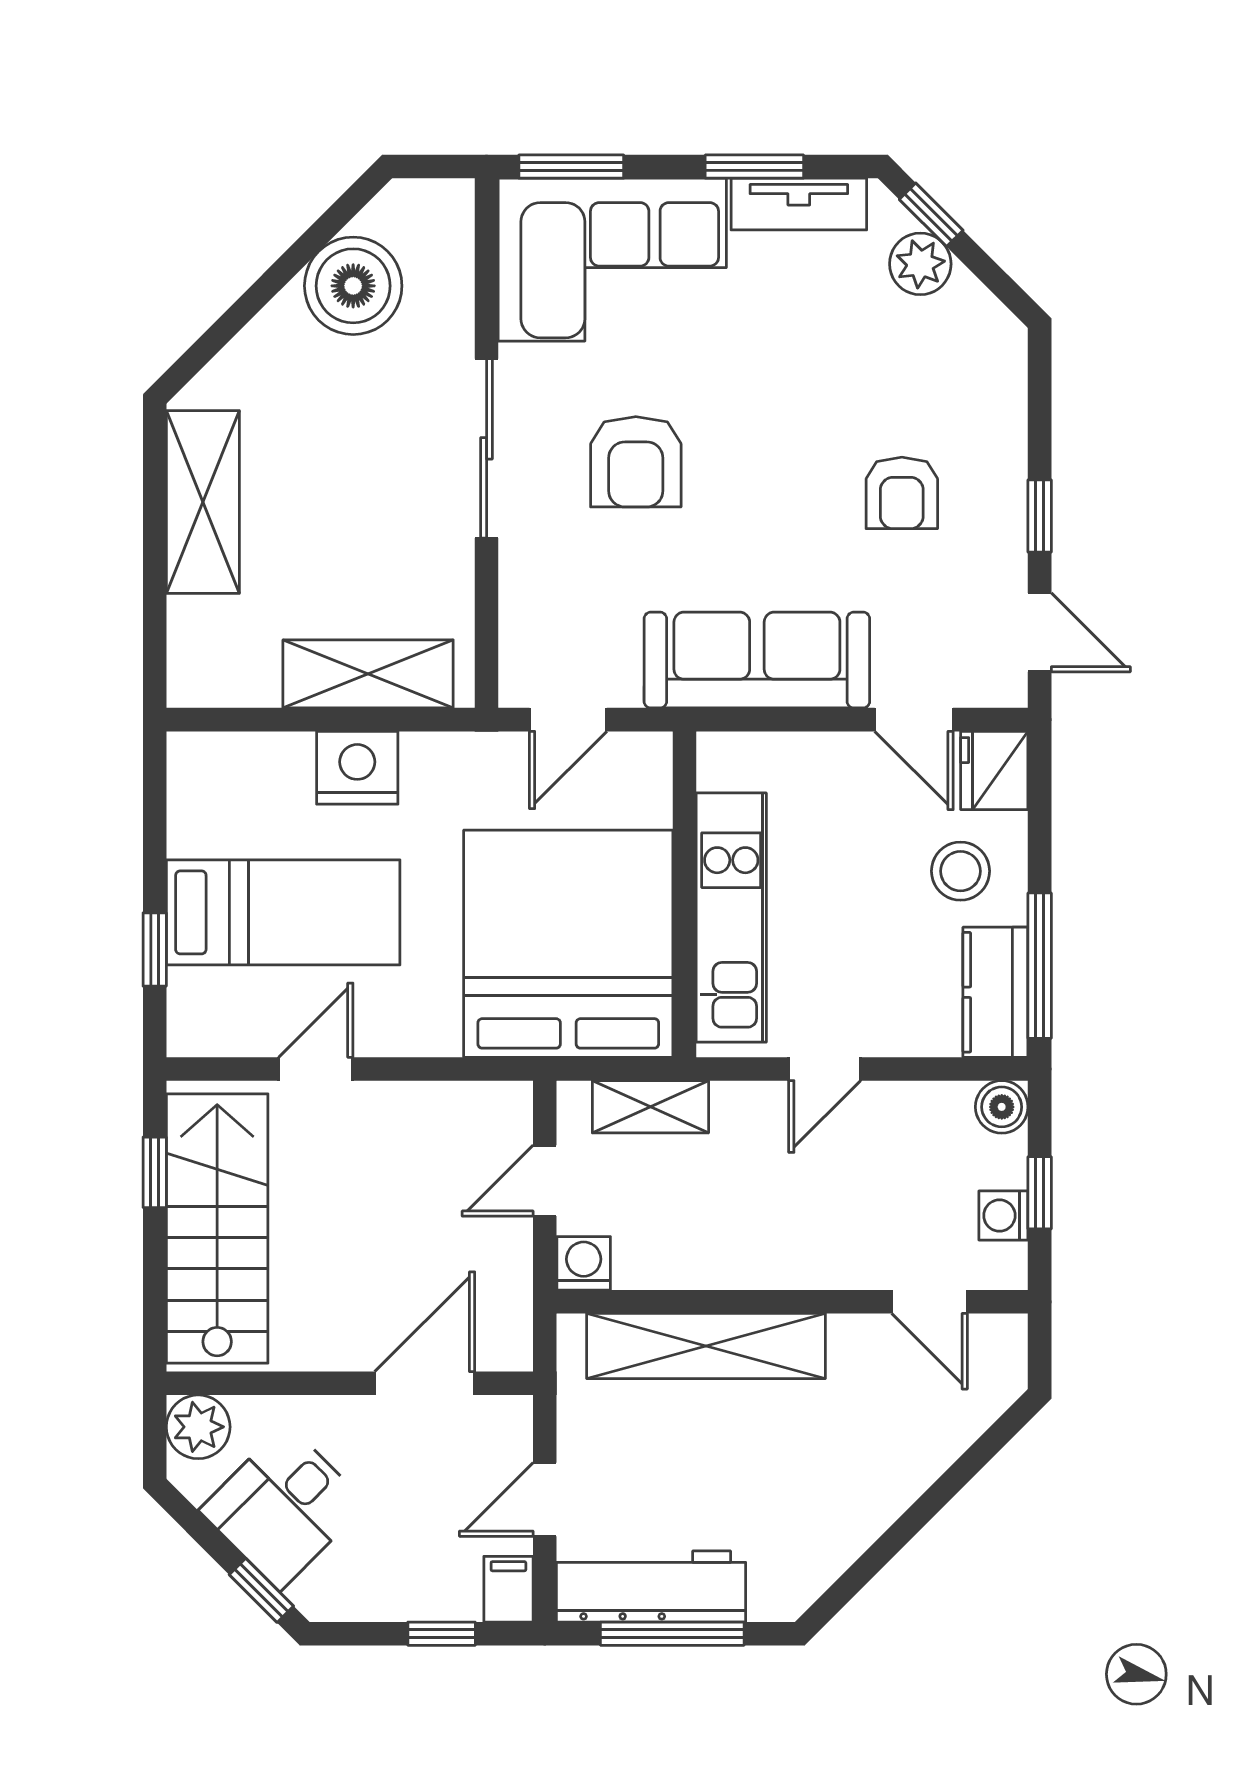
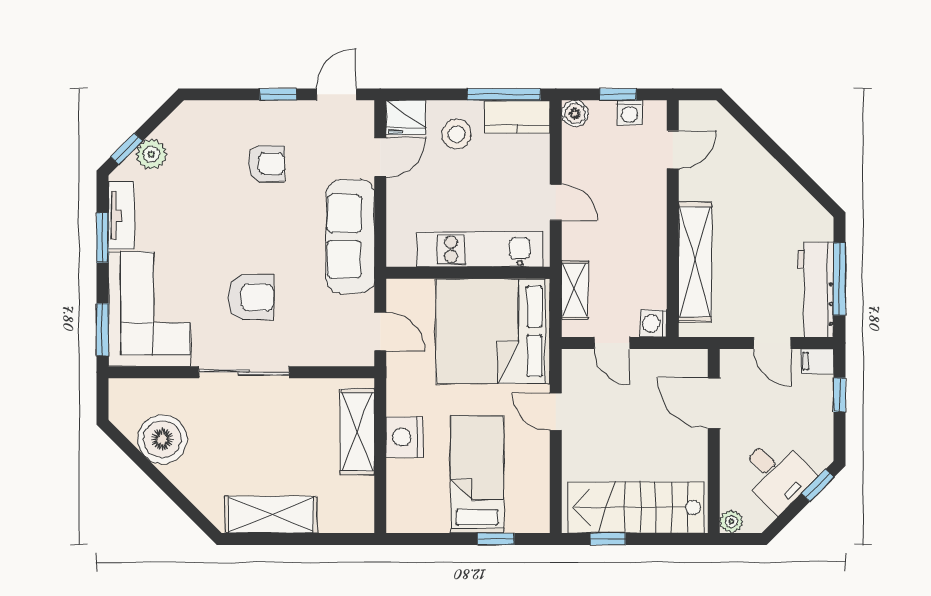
door: (316, 1069) -> (556, 412), moved
plant: (198, 1427) -> (731, 521), width x0.73, depth x0.73

